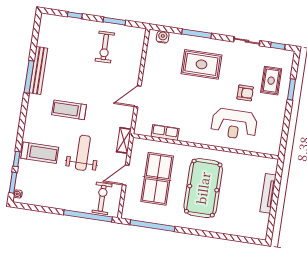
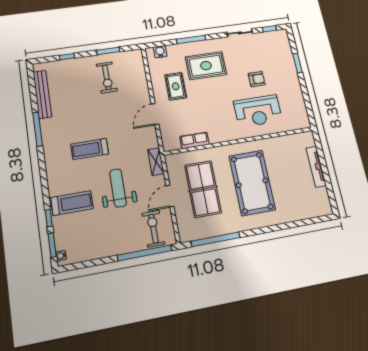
bench: (38, 71) -> (42, 94), moved
rug: (271, 81) -> (176, 86), moved

